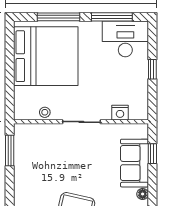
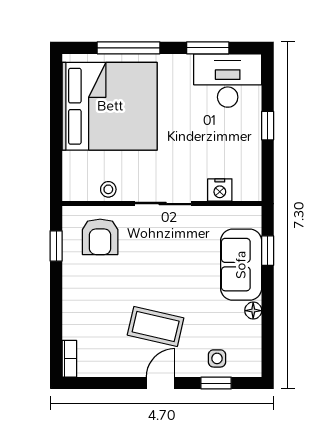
window: (112, 17) -> (208, 48), width x0.69
armchair: (39, 144) -> (100, 237), added
window: (10, 150) -> (56, 246), width x0.67

